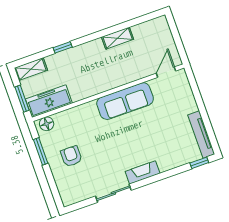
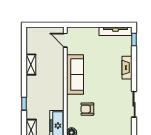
armchair: (71, 156) -> (87, 109), moved
fireplace: (143, 172) -> (127, 68), moved

